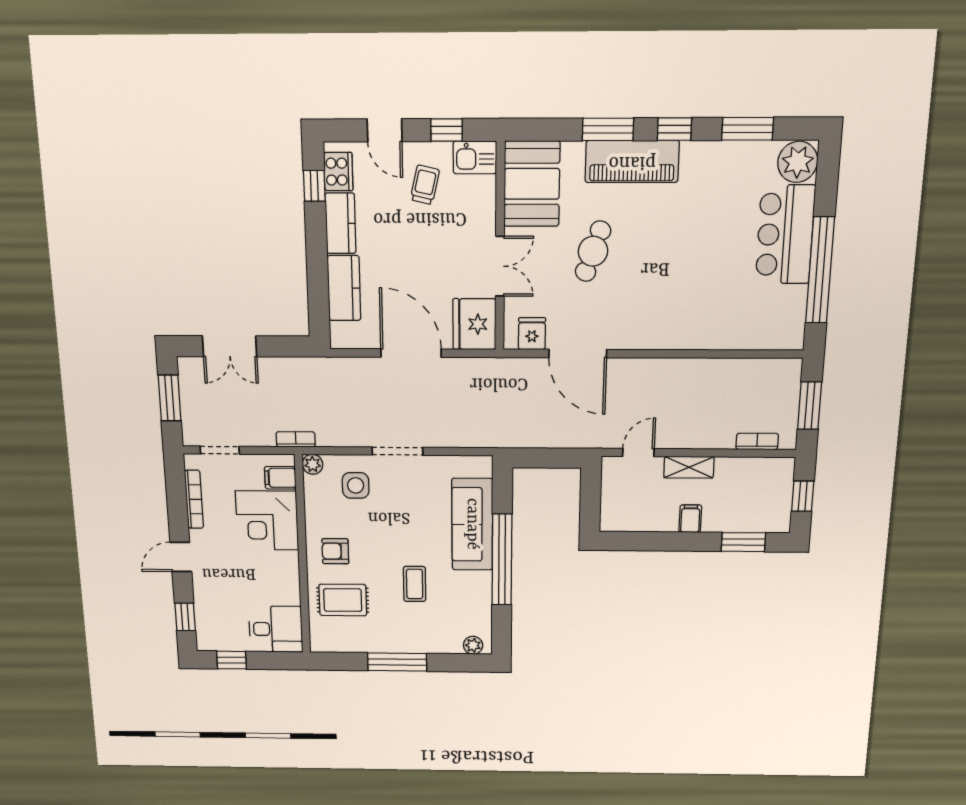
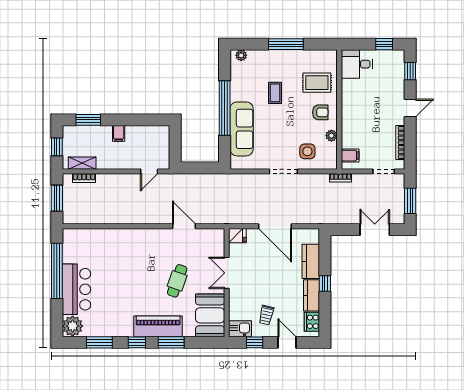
window: (314, 186) -> (325, 284), moved
fridge: (474, 324) -> (237, 236), width x0.53, depth x0.75
fridge: (532, 334) -> (209, 237), removed
door: (578, 354) -> (184, 226), width x0.73
plant: (313, 464) -> (331, 136), moved
shelving: (689, 467) -> (82, 163), moved
corner desk: (267, 520) -> (359, 130), removed

